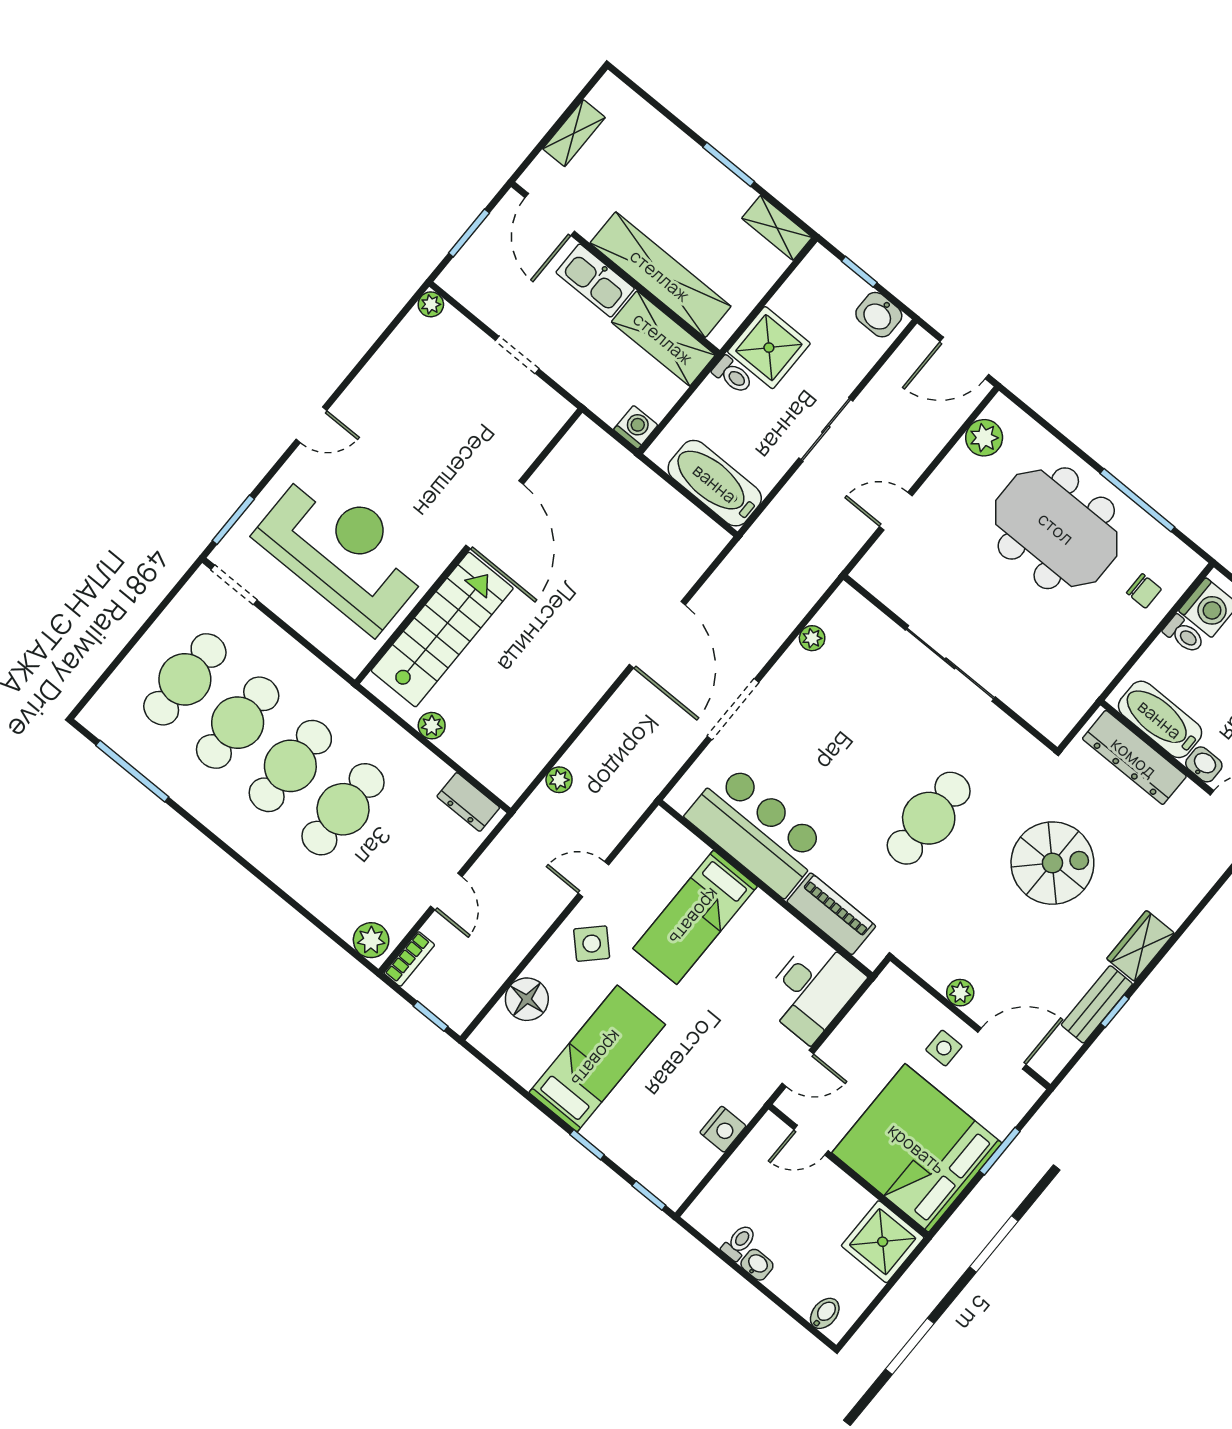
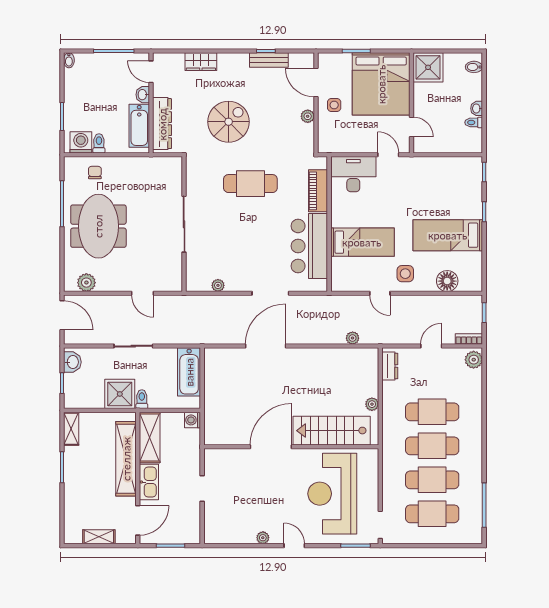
plant: (431, 304) -> (263, 538), moved
spiral stairs: (1052, 863) -> (229, 122), turned 90
side table: (592, 944) -> (405, 274), turned 45
wardrobe: (1140, 946) -> (201, 62), moved
nightstand: (723, 1129) -> (435, 164), removed

